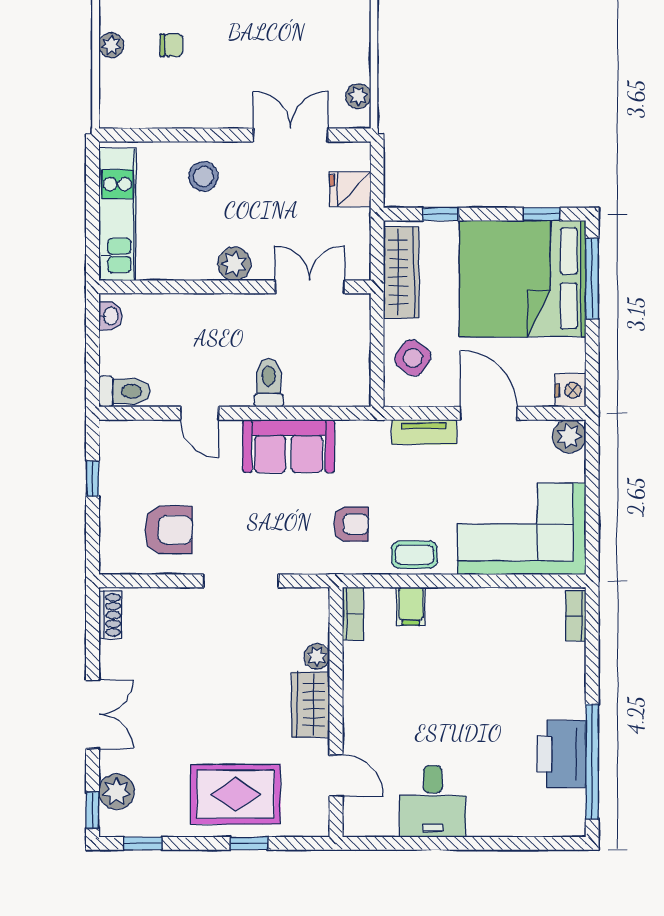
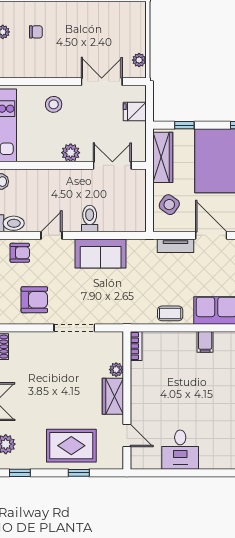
door: (200, 413) -> (51, 235), swing flipped
armchair: (351, 524) -> (20, 253), moved
filing cabinet: (411, 606) -> (205, 342), moved

